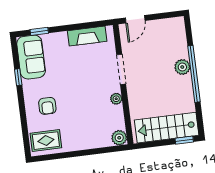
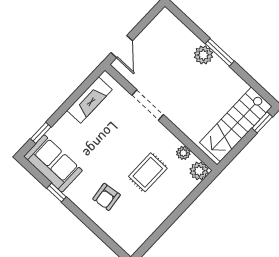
window: (194, 74) -> (220, 52), width x0.47
plant: (116, 99) -> (183, 153), moved
armchair: (47, 106) -> (106, 197), turned 83
rug: (46, 141) -> (148, 172), moved

